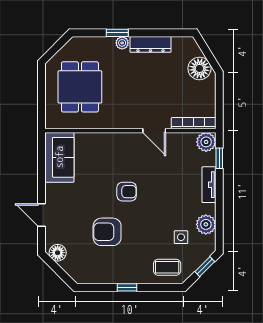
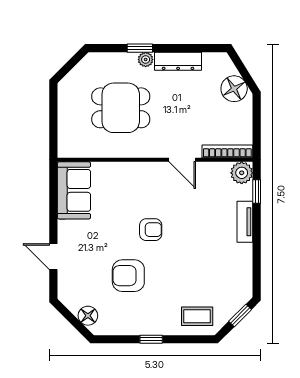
dining table: (80, 87) -> (121, 108), moved, turned 90
plant: (206, 224) -> (241, 267), removed
side table: (181, 237) -> (213, 282), removed
floor lamp: (58, 253) -> (88, 316), moved

